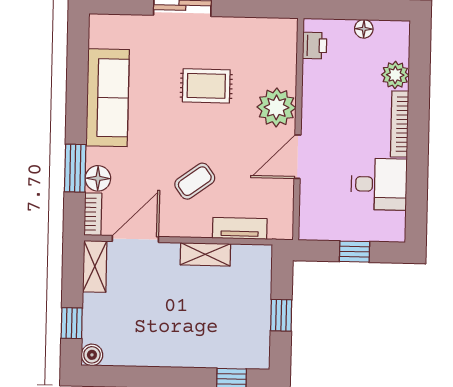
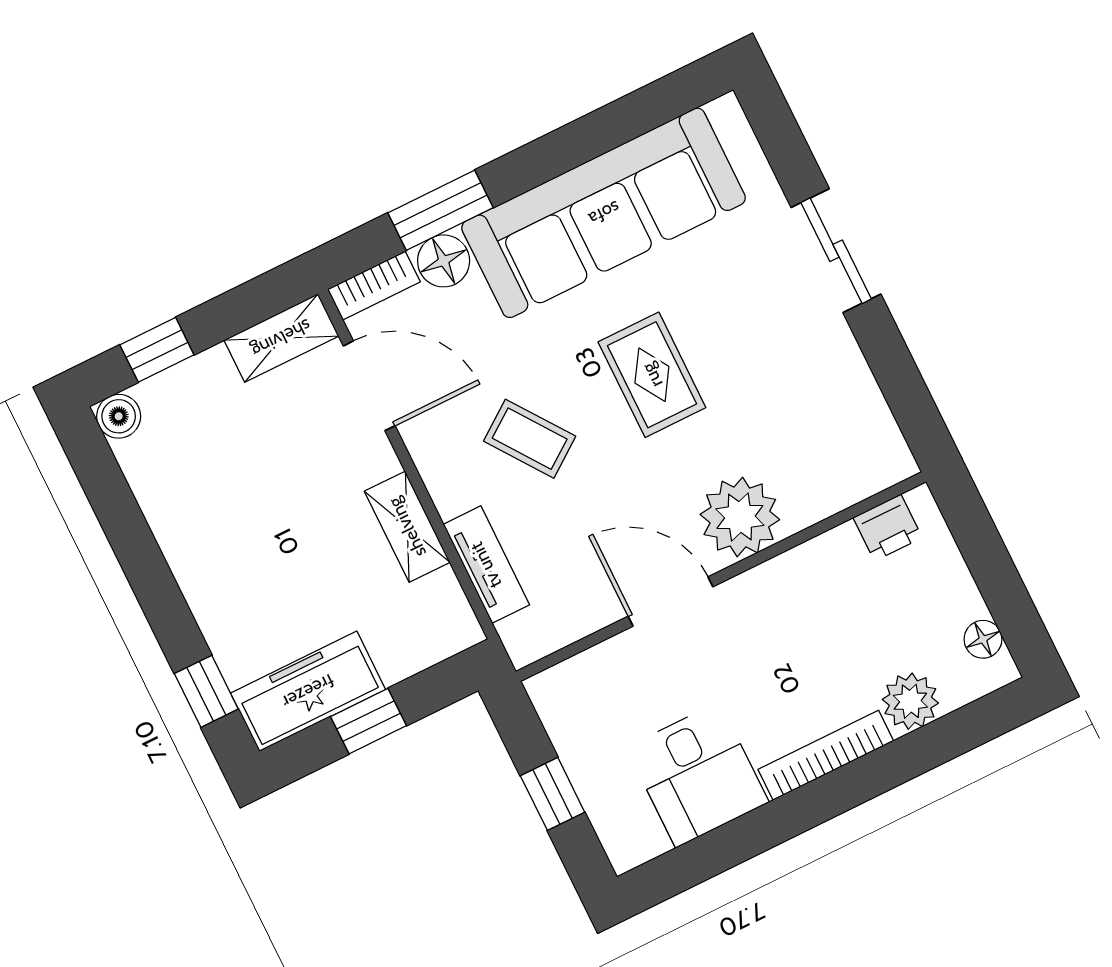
floor lamp: (364, 29) -> (983, 639), moved
rug: (206, 86) -> (652, 375), moved
sofa: (108, 98) -> (604, 213), width x1.36, depth x1.27
freezer: (254, 335) -> (308, 691), added

